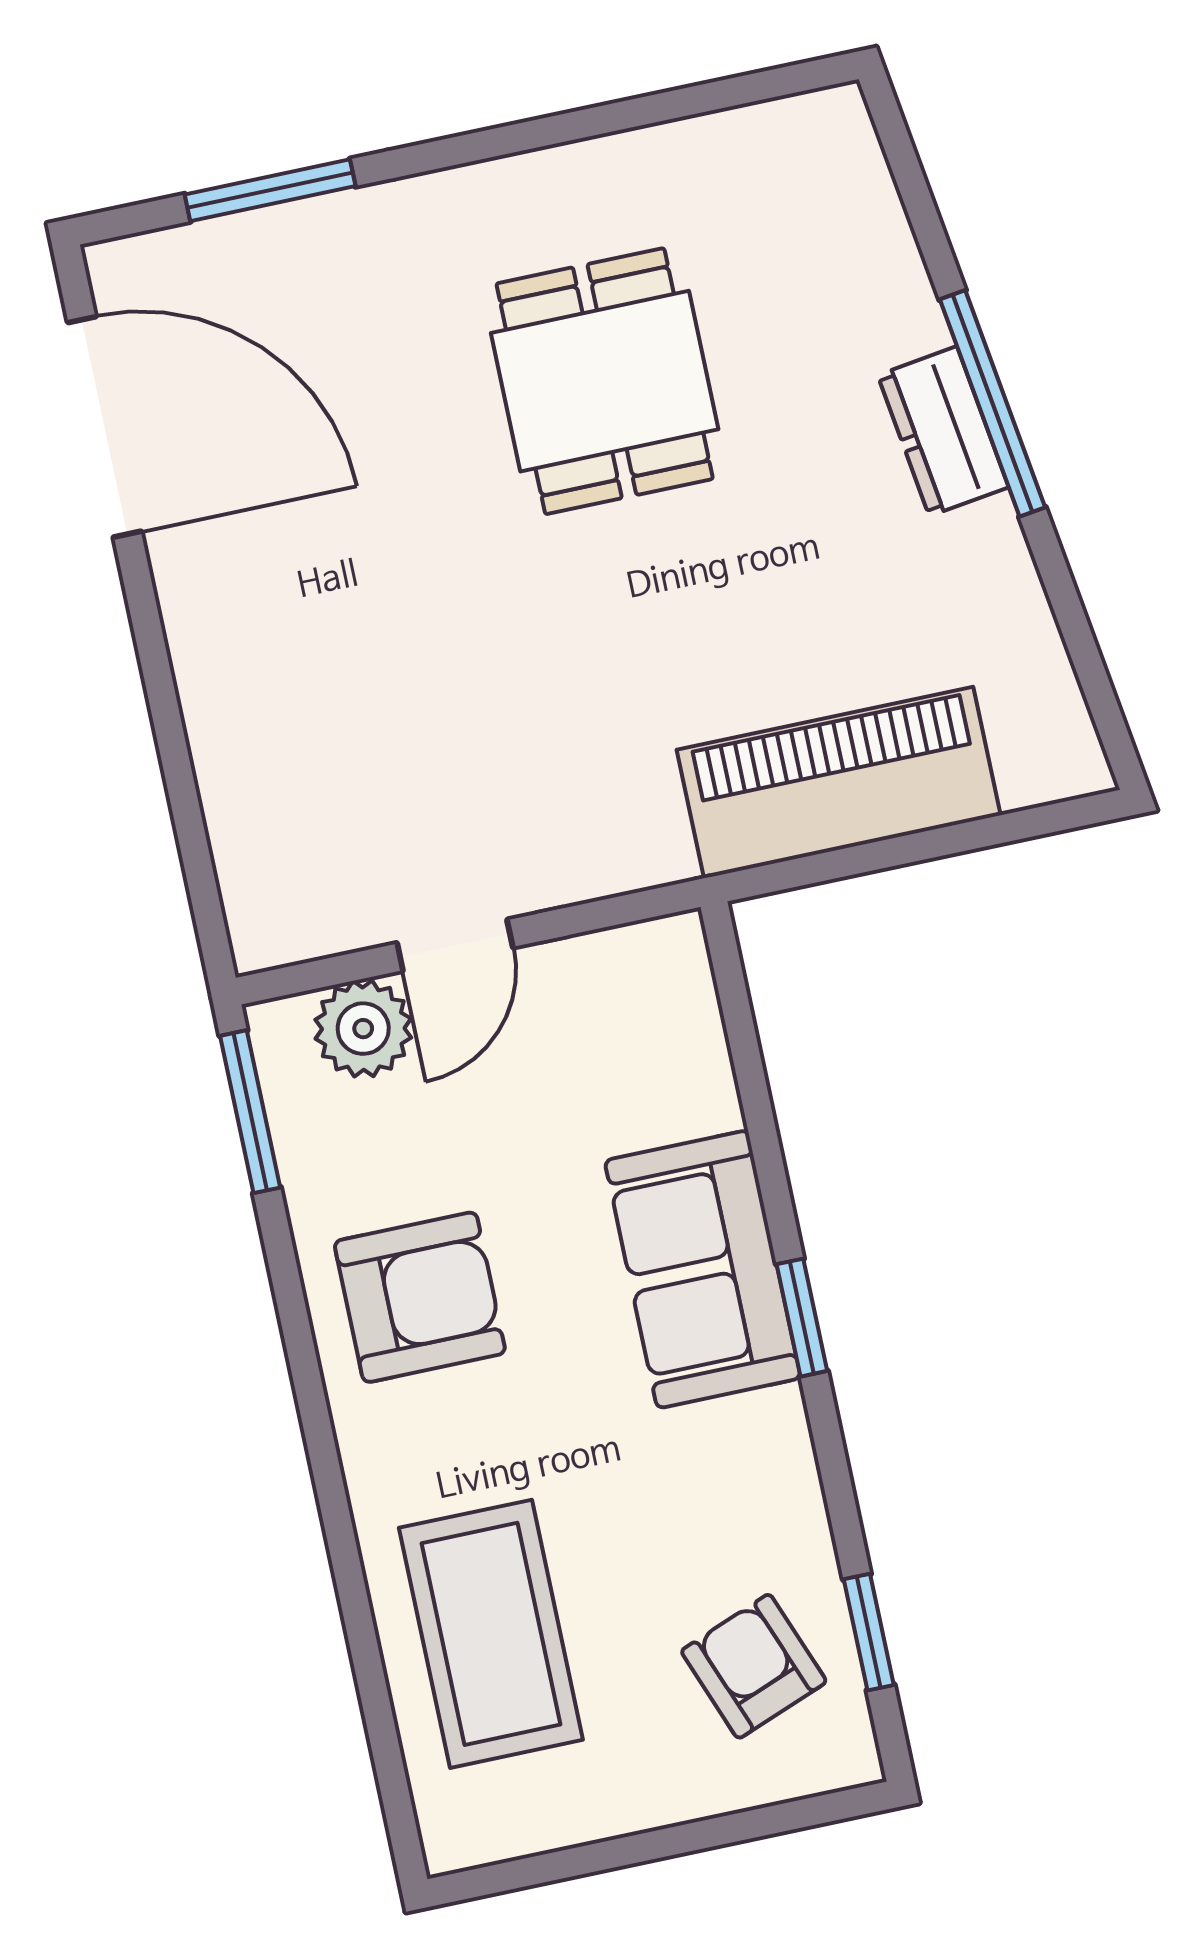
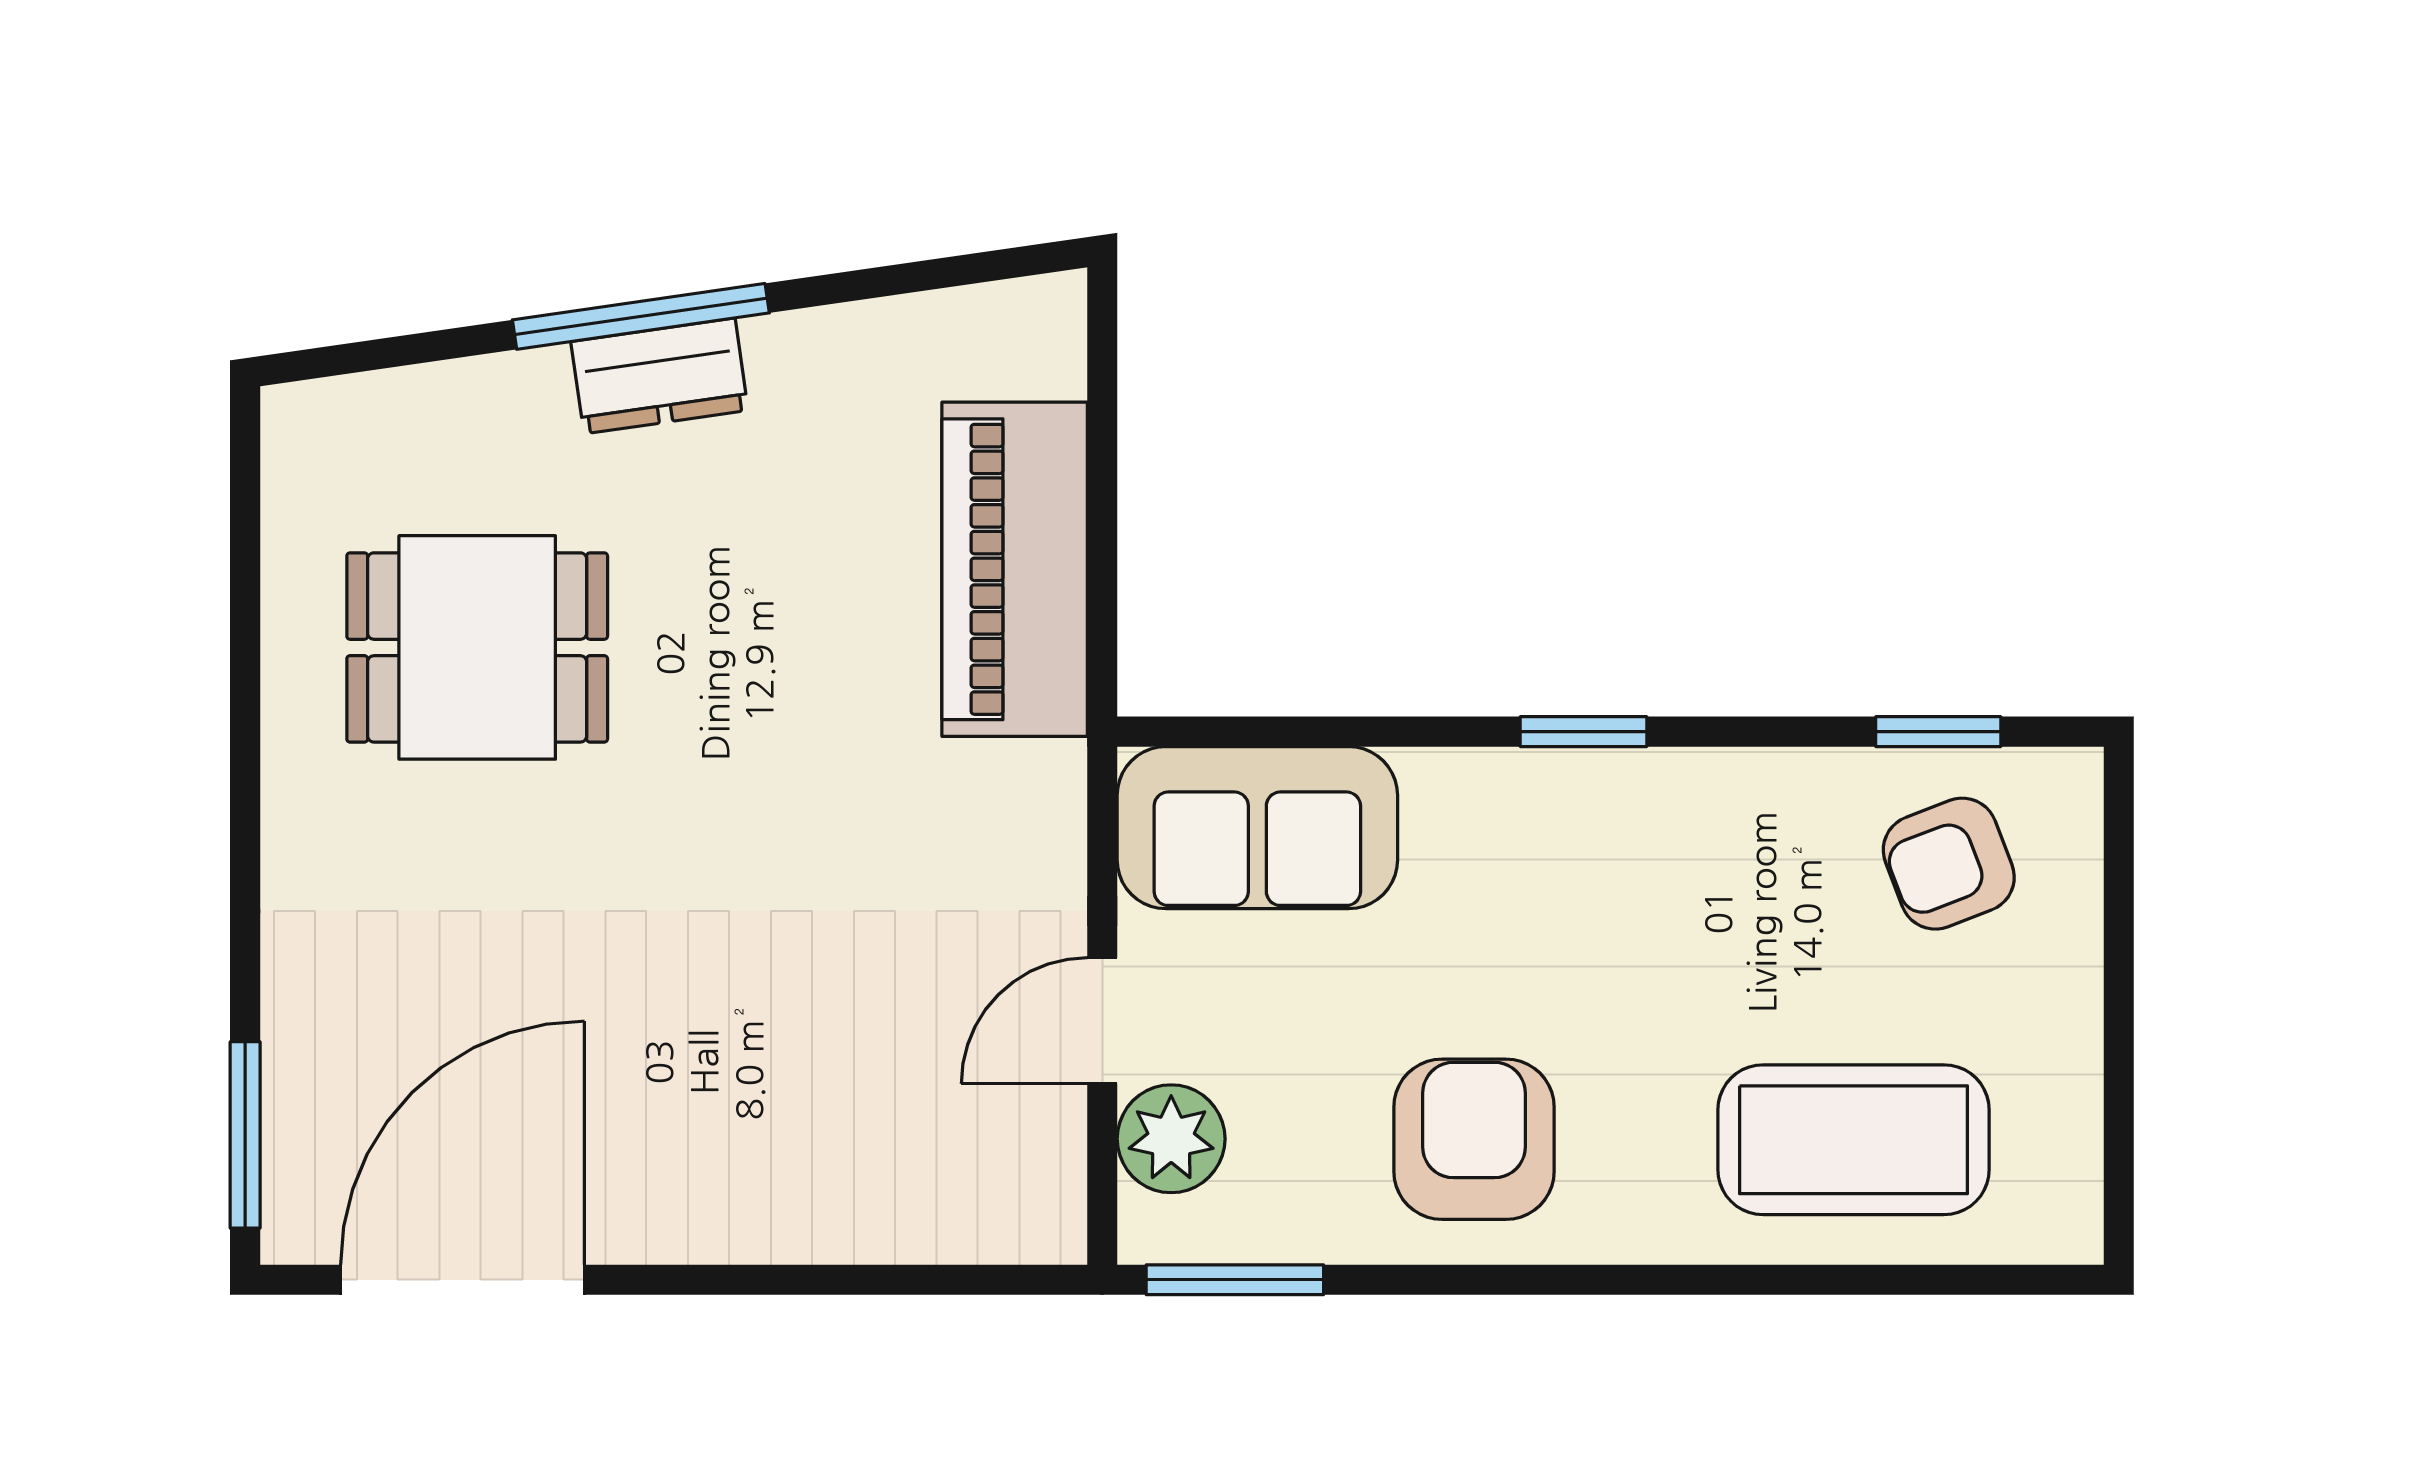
window: (270, 190) -> (245, 1135), moved
dining table: (605, 381) -> (477, 647), moved
door: (455, 945) -> (1102, 1021), swing flipped
sofa: (703, 1269) -> (1257, 828), moved

